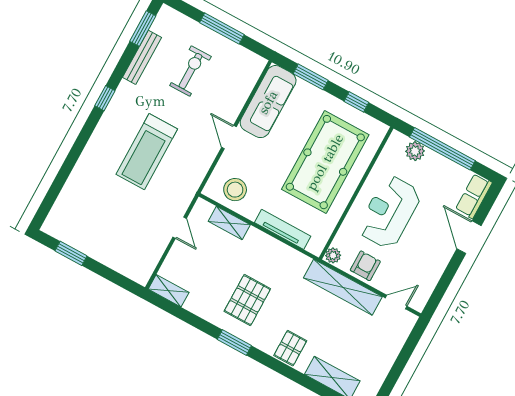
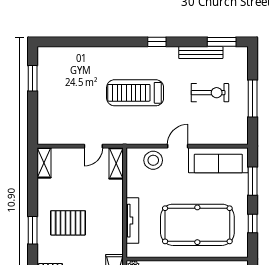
stool: (235, 190) -> (153, 160), moved
shelving: (229, 223) -> (116, 163), moved

